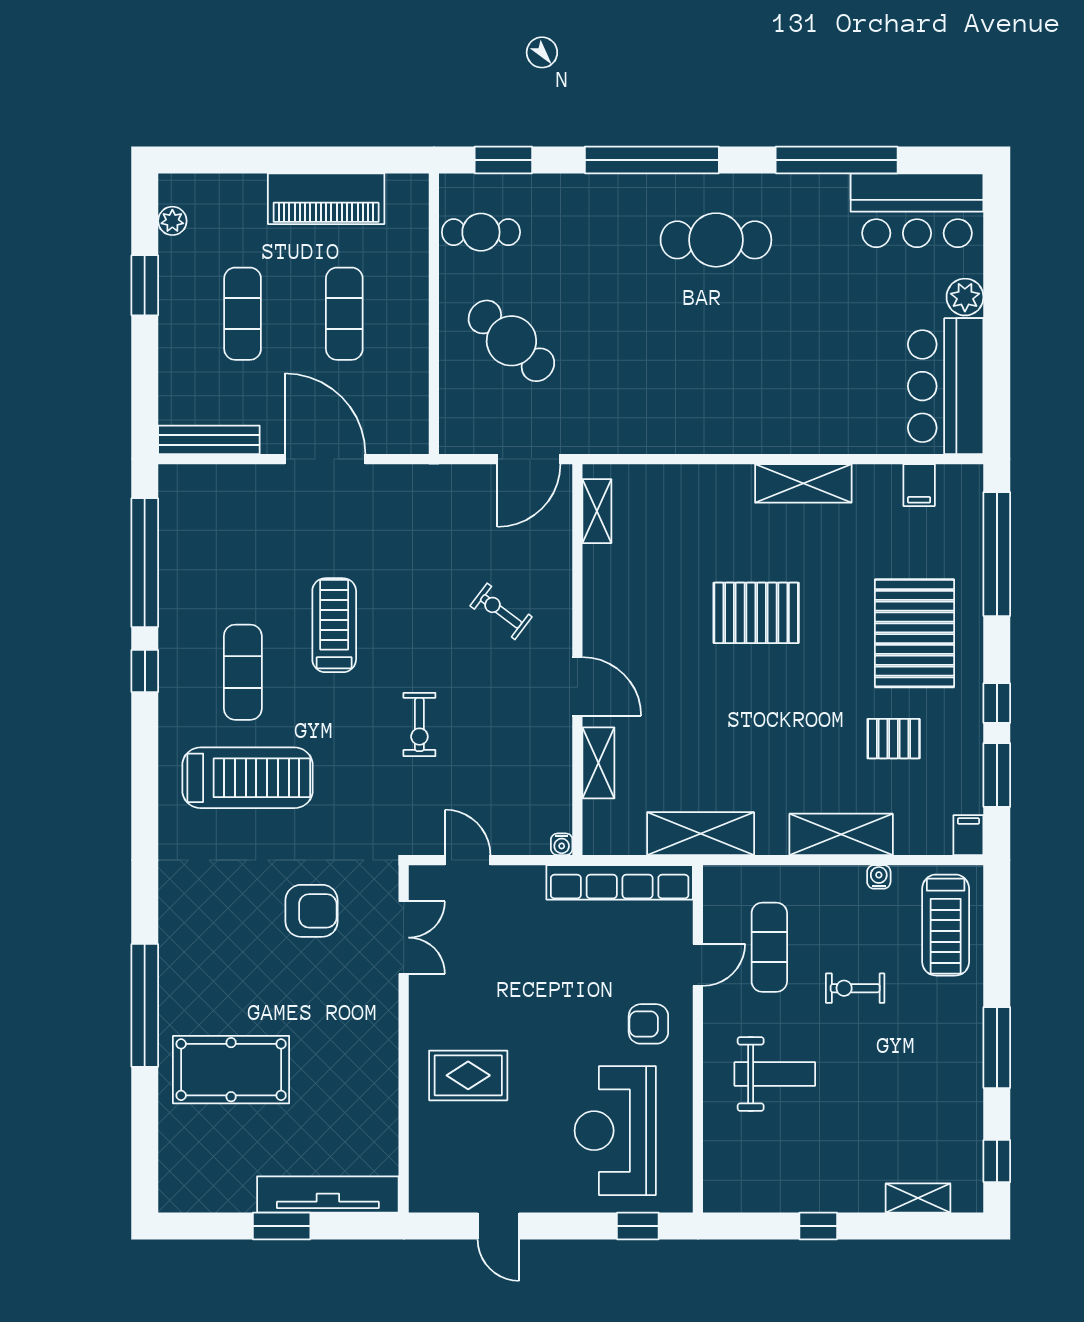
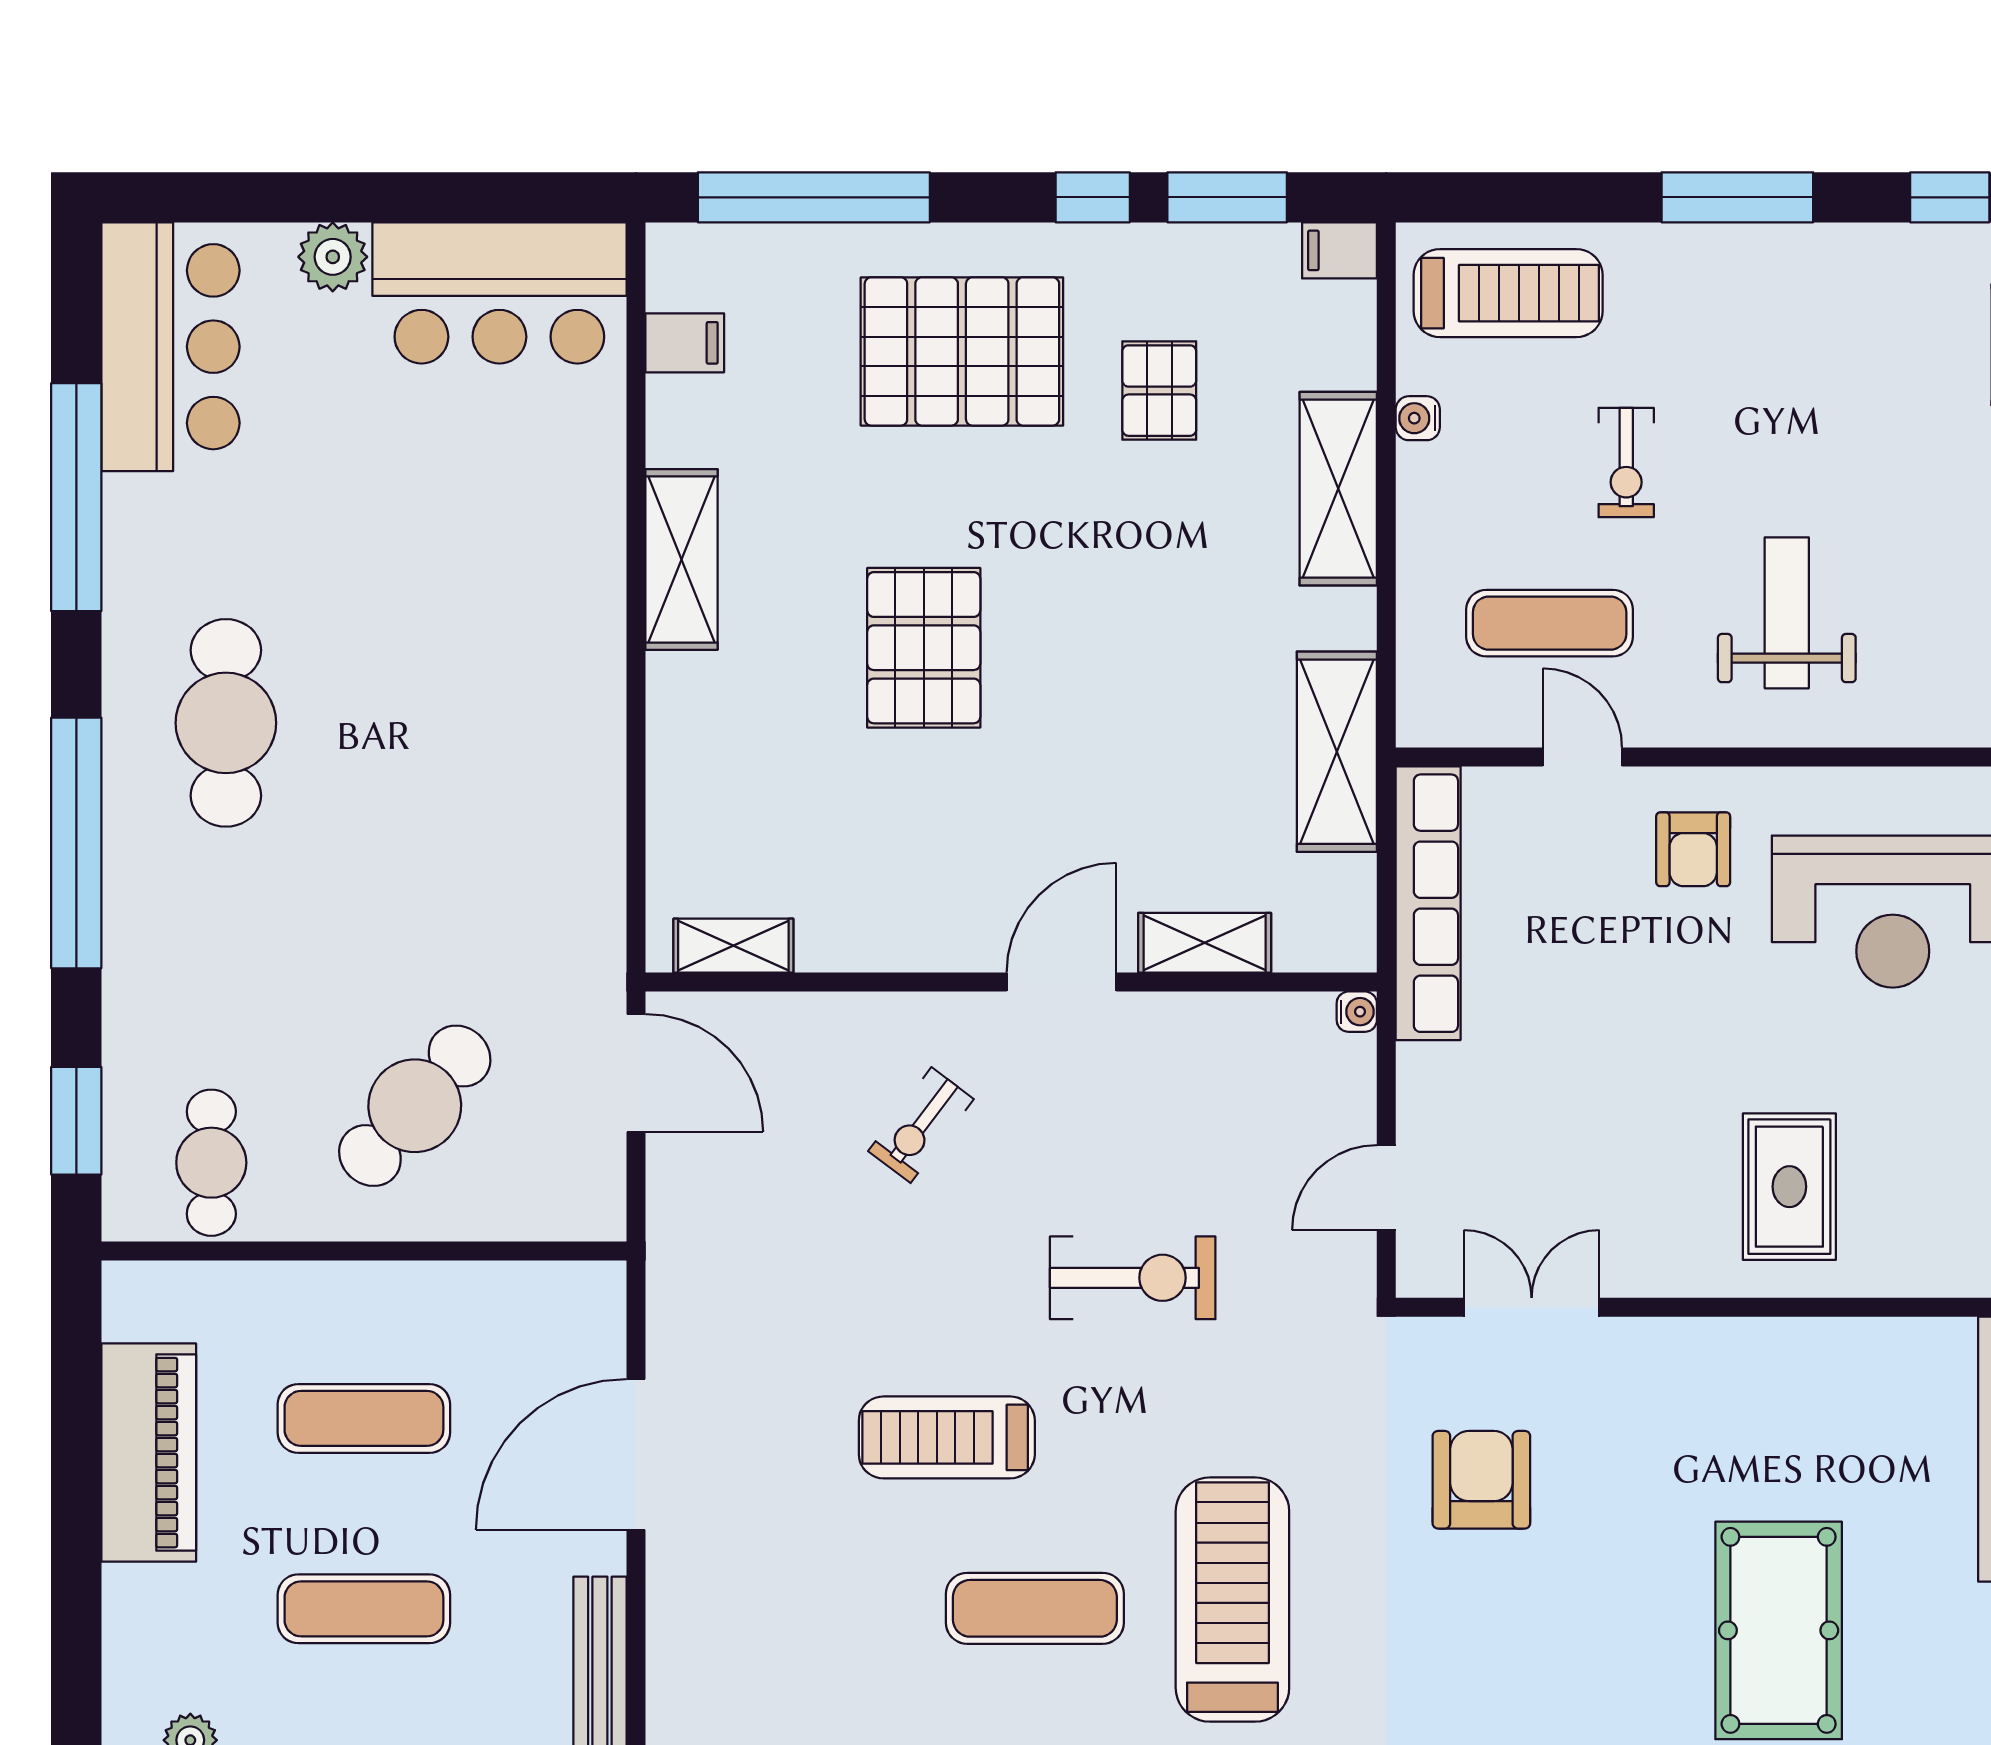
exercise bike: (419, 725) -> (1133, 1278), width x1.38, depth x1.39

